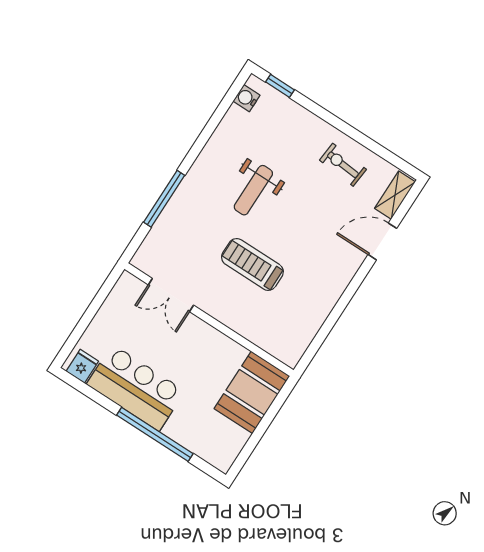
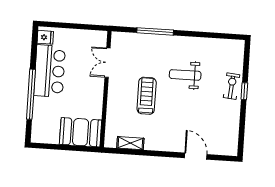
window: (280, 86) -> (244, 91), moved
water cooler: (247, 98) -> (231, 45), removed
exercise bike: (343, 165) -> (232, 86), moved
shelving: (395, 195) -> (130, 143), moved

